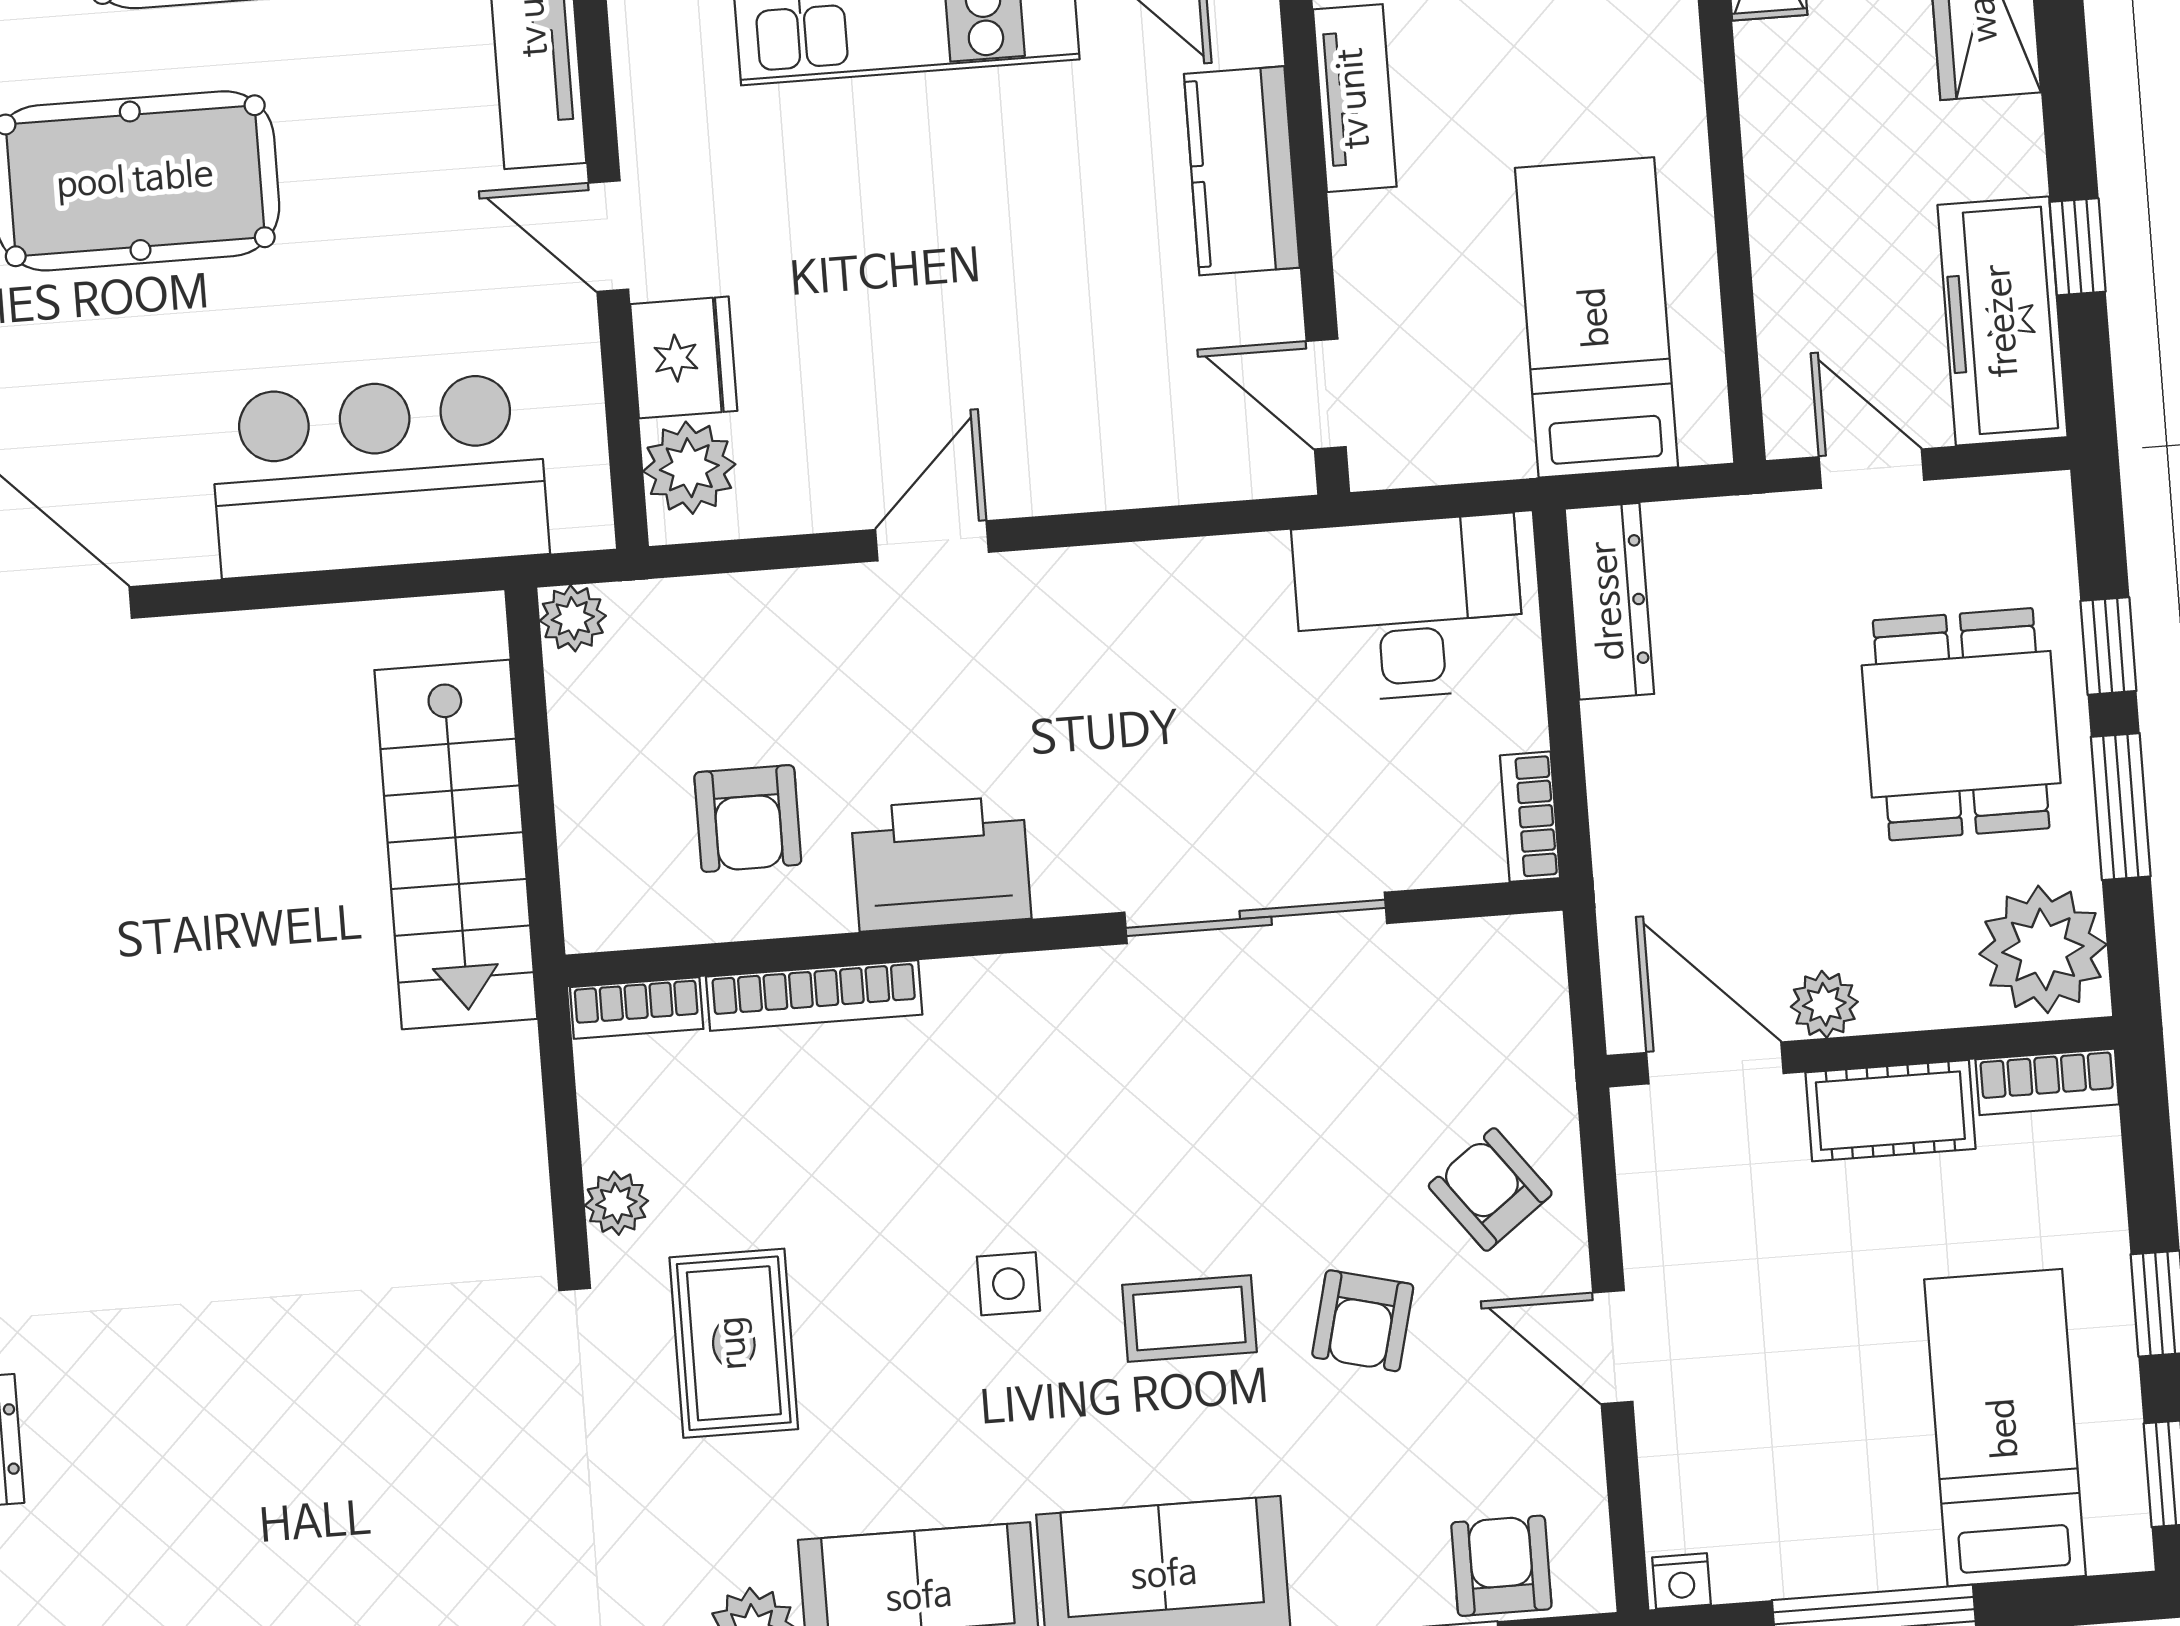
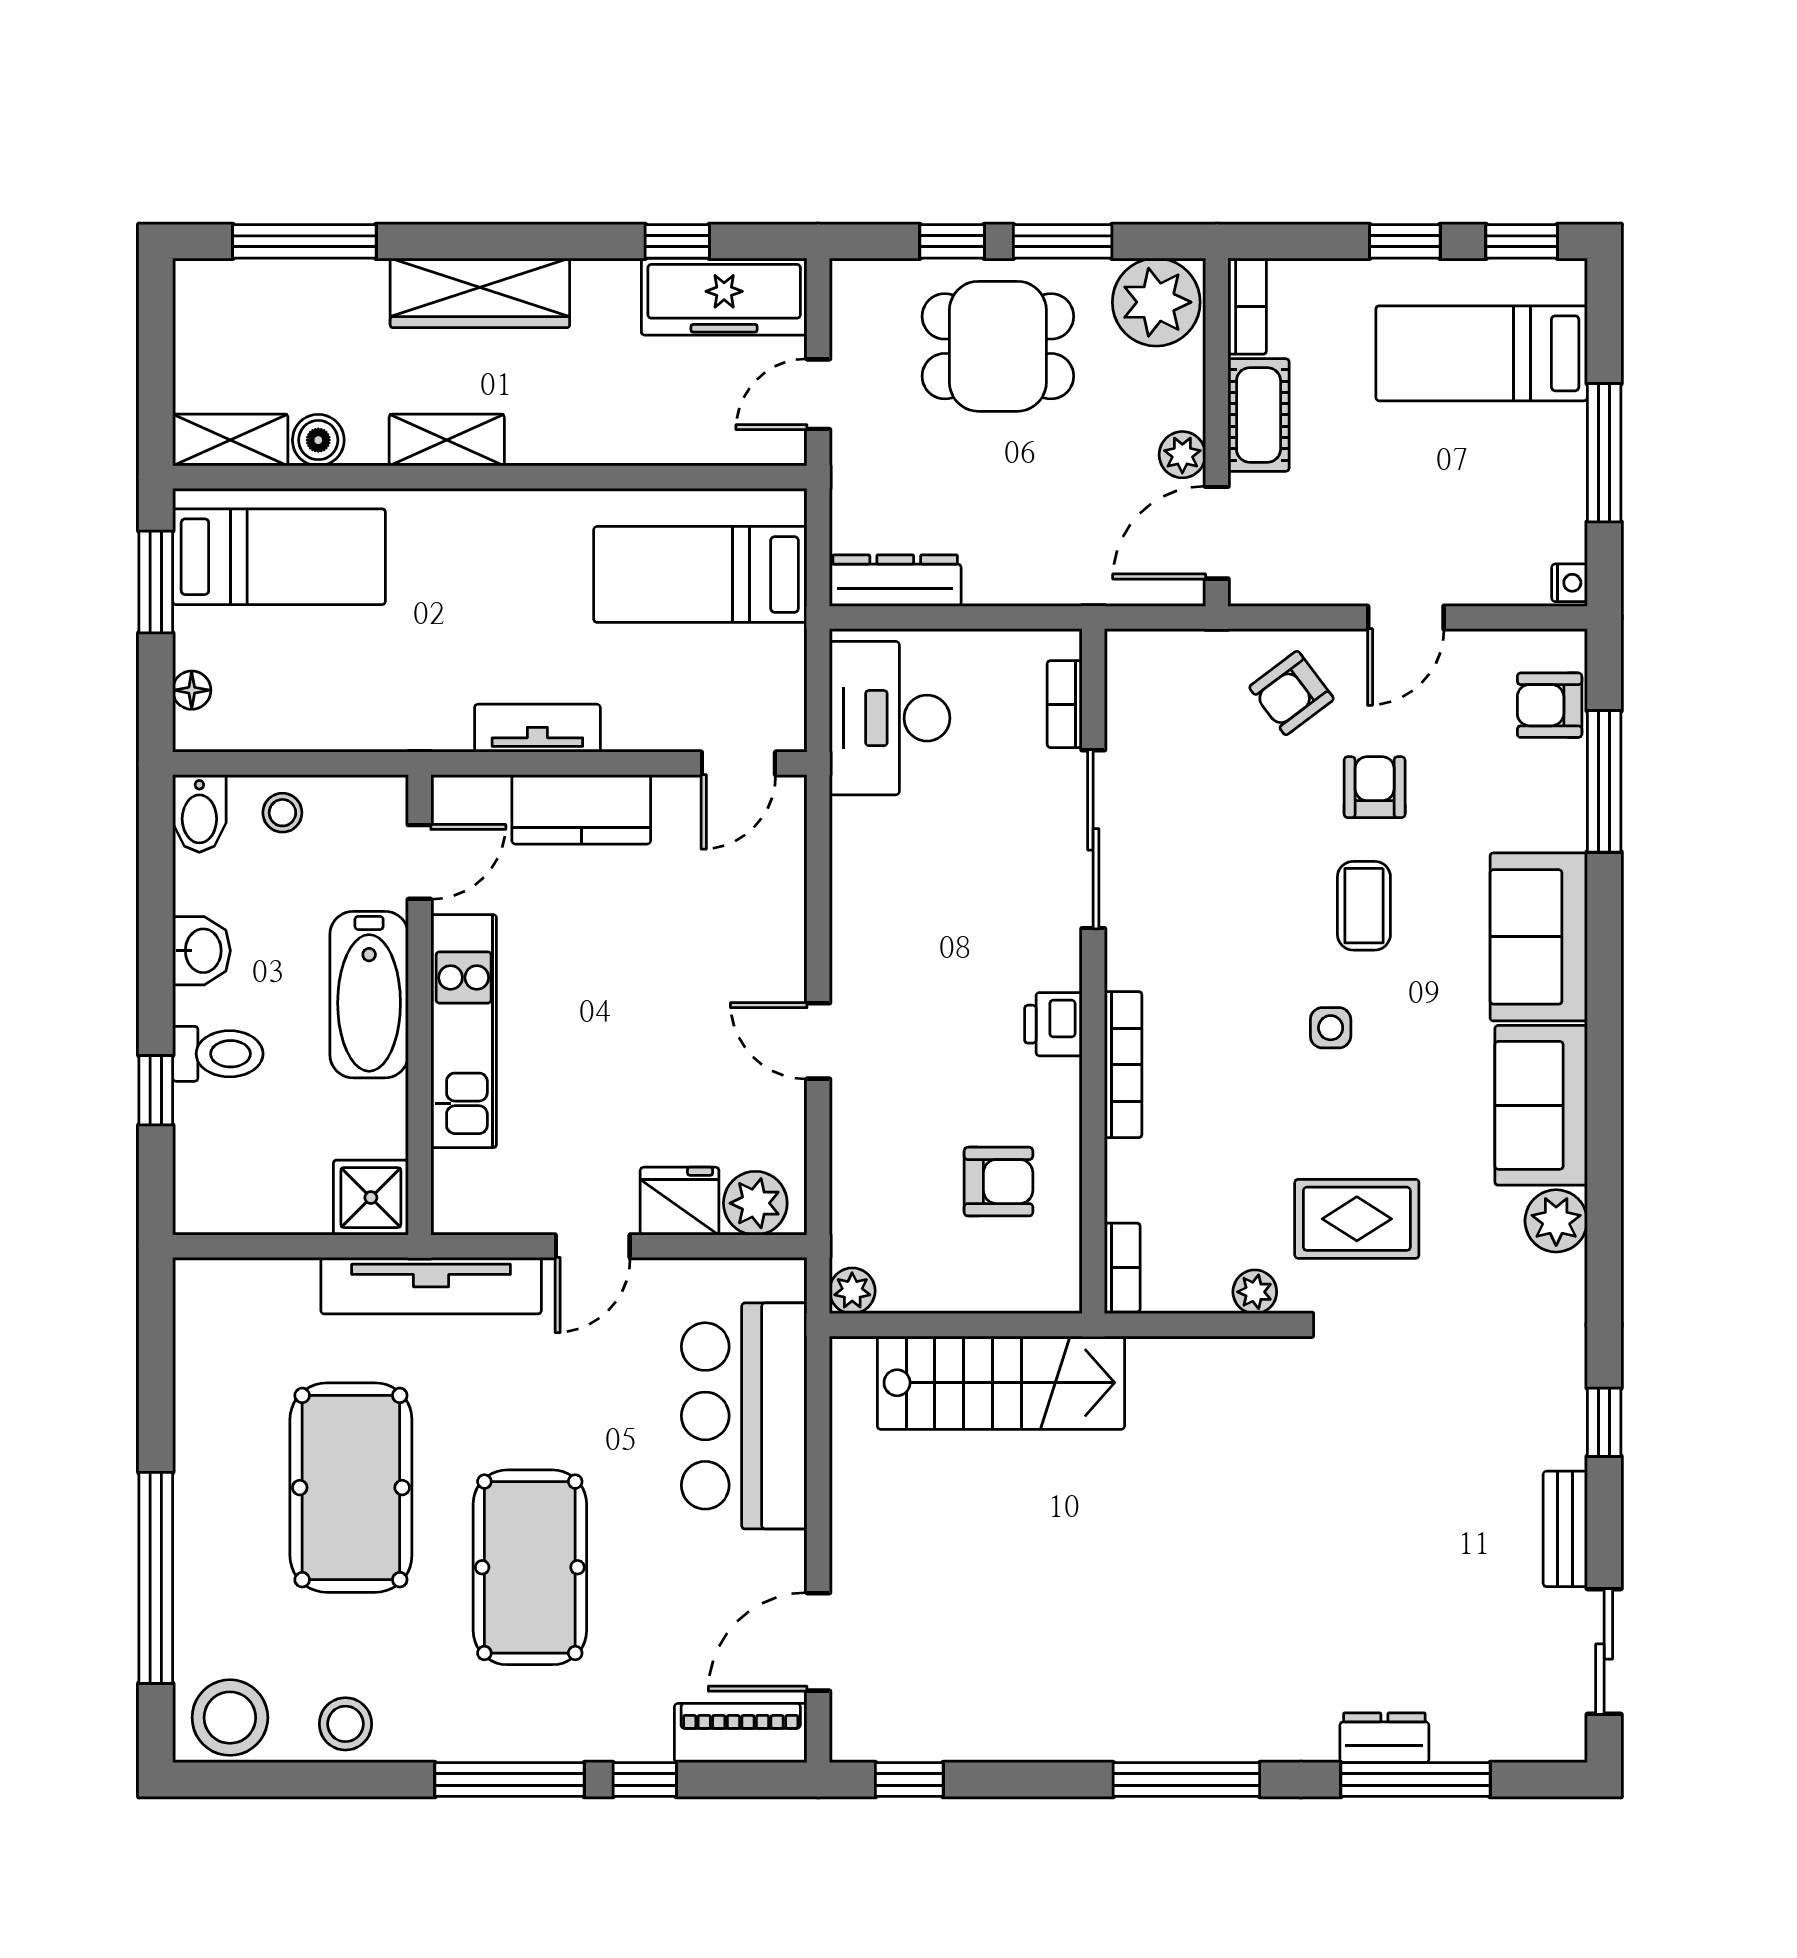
bookcase: (1530, 817) -> (1065, 704), moved, turned 90
printer: (941, 864) -> (1053, 1024), width x0.53, depth x0.68
bookcase: (814, 996) -> (1123, 1065), moved
armchair: (1363, 1321) -> (1375, 787), turned -104

